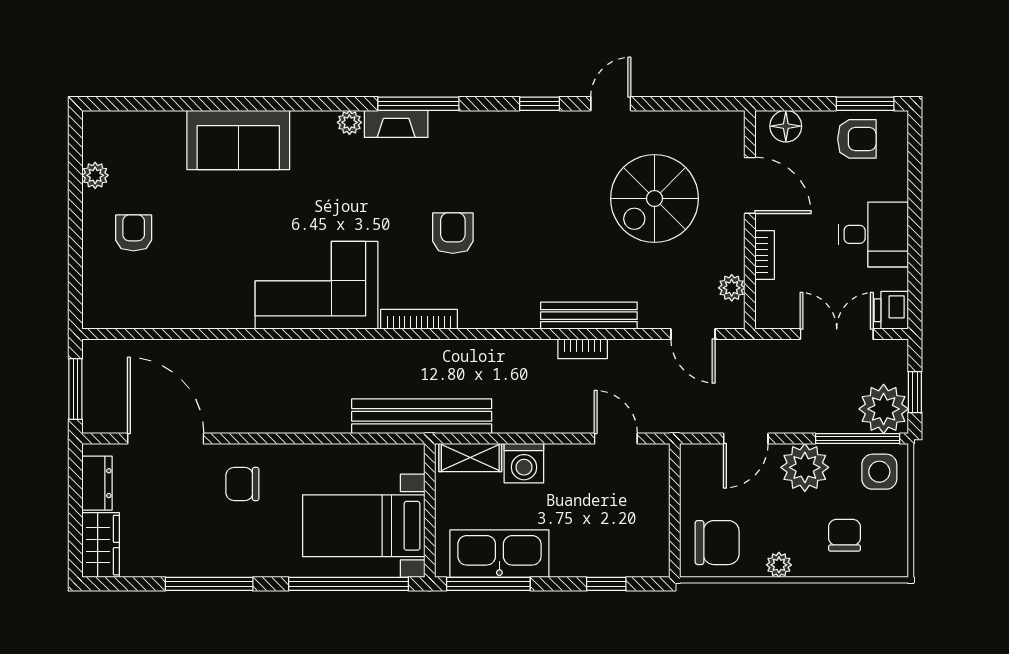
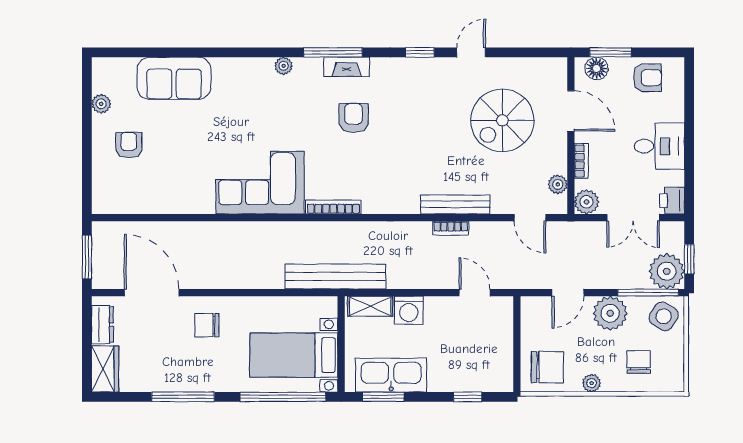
window: (865, 104) -> (611, 52), moved
fireplace: (396, 124) -> (347, 67), moved
sofa: (238, 140) -> (174, 78), moved
armchair: (453, 233) -> (354, 118), moved
plant: (772, 312) -> (587, 202), added
double door: (837, 334) -> (633, 218), swing flipped
side table: (879, 472) -> (664, 316), turned 32
window: (488, 584) -> (383, 397), width x0.69

